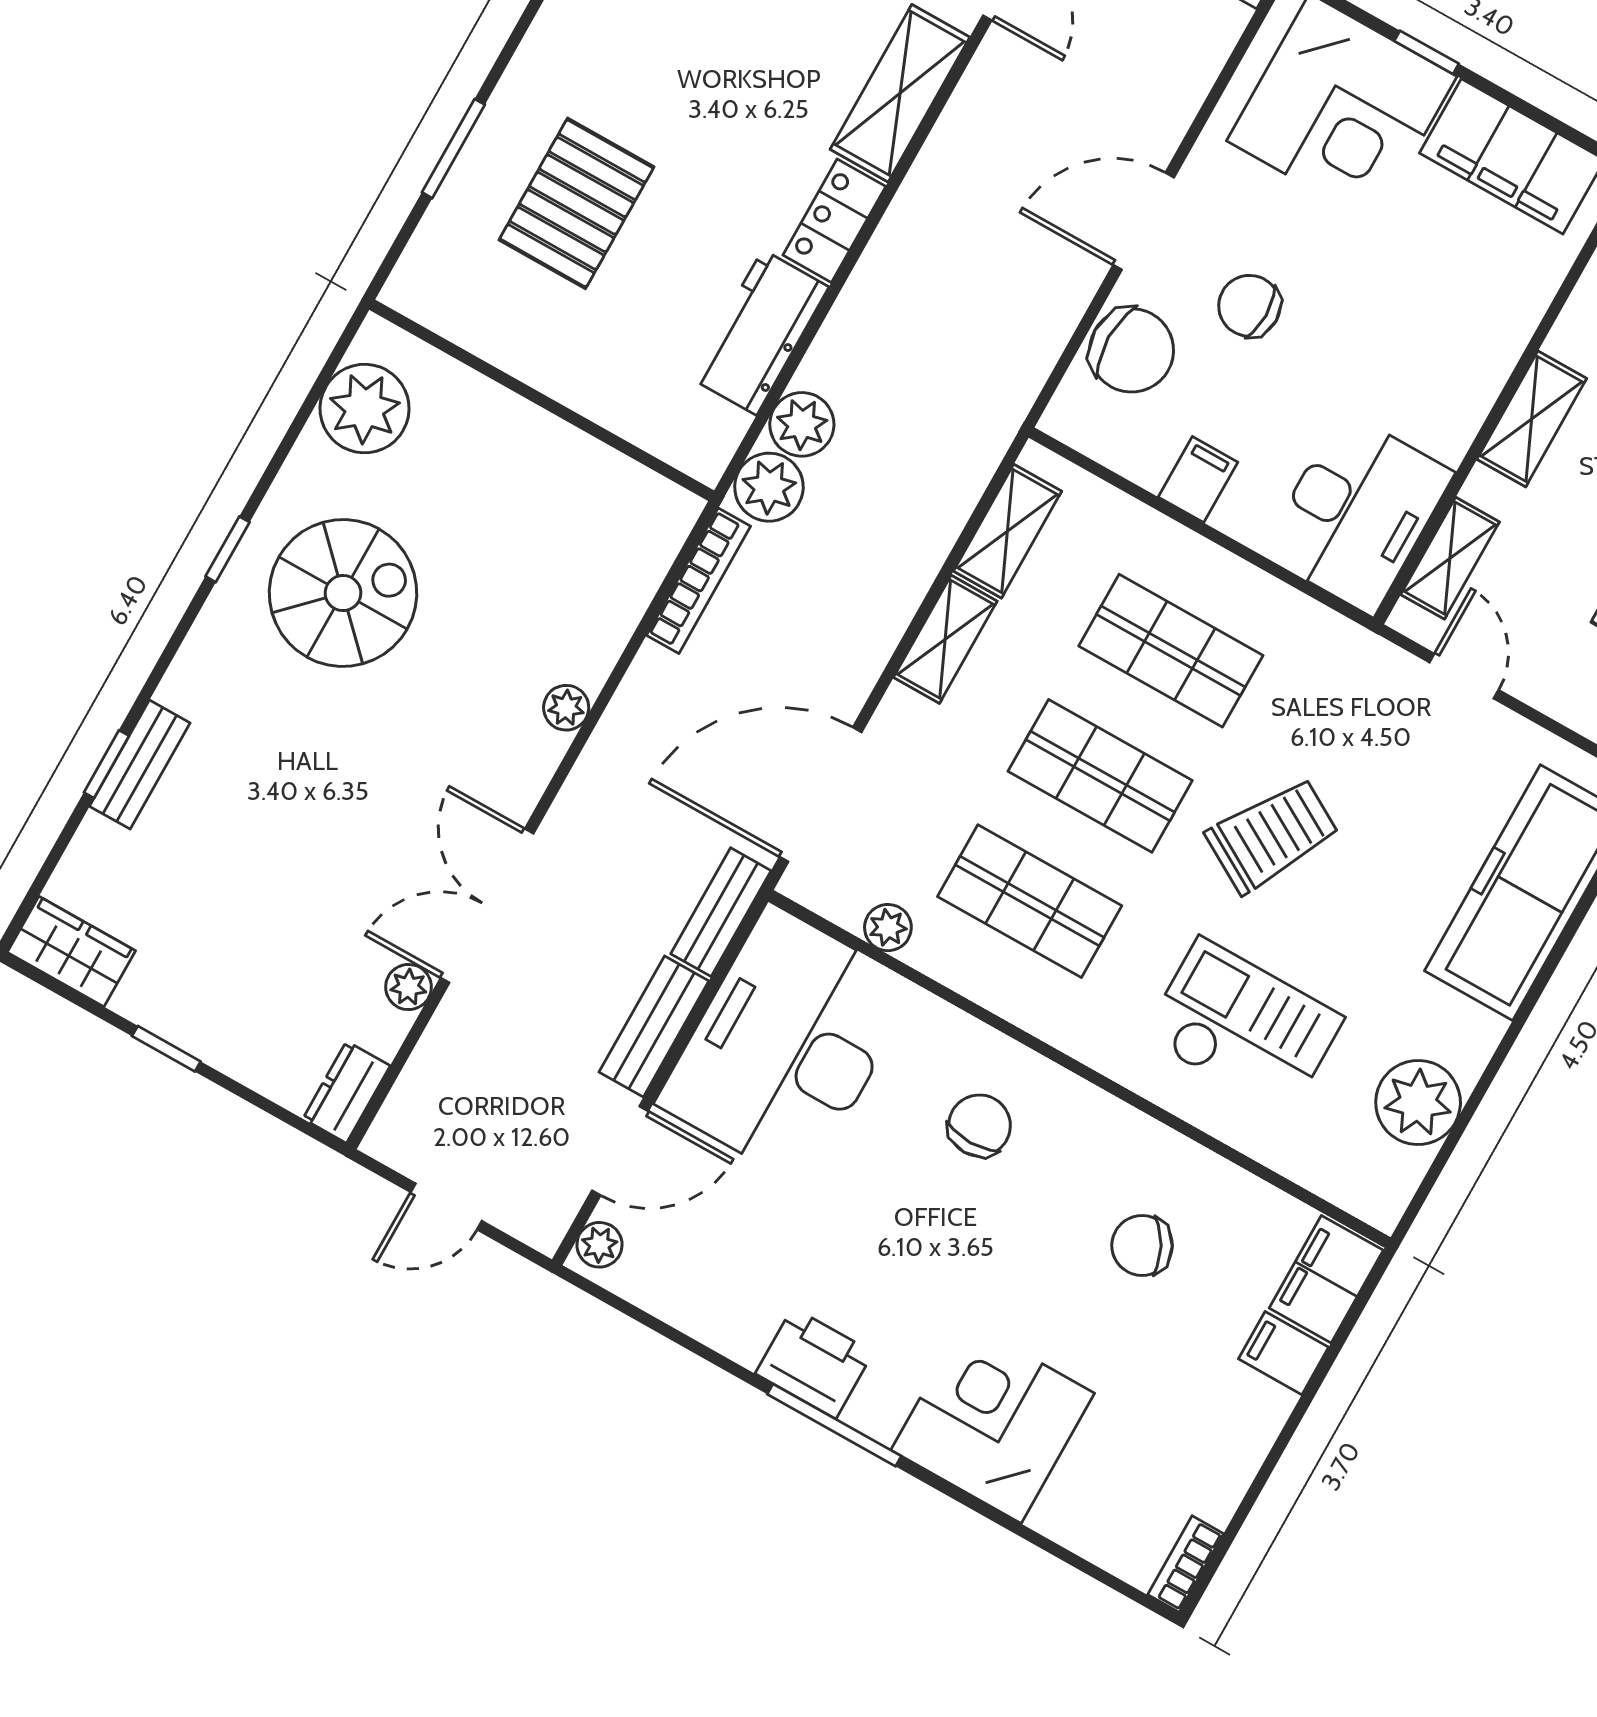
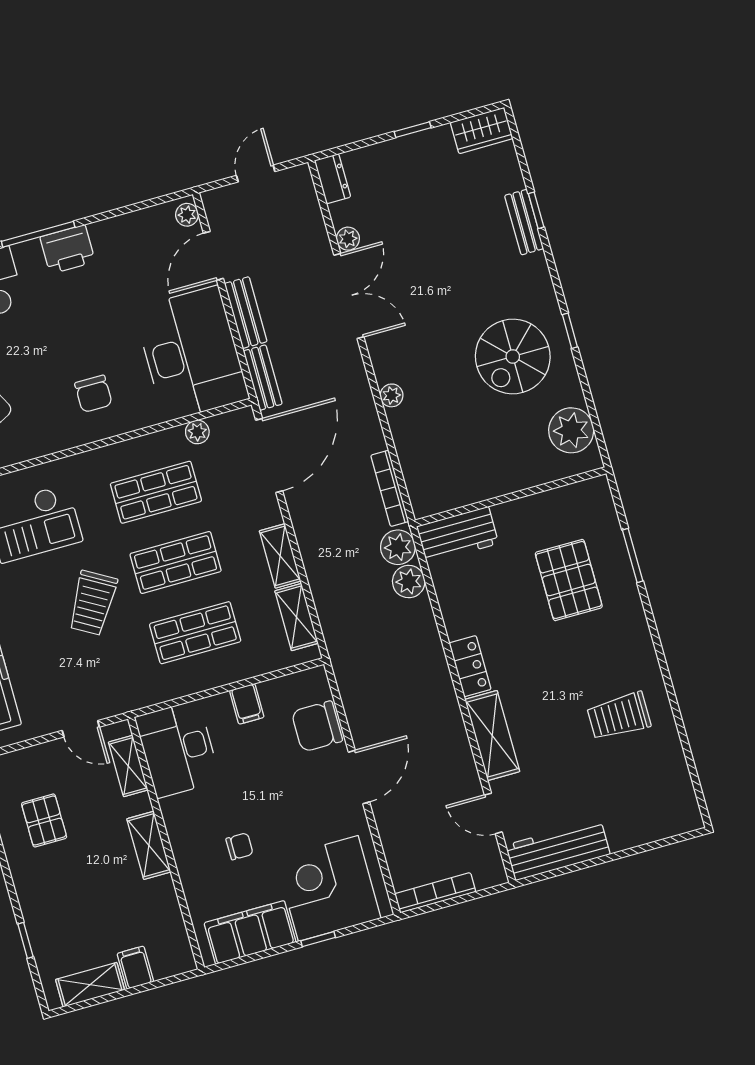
chair: (1249, 306) -> (240, 846), moved, width x0.73, depth x0.73
workbench: (760, 332) -> (458, 535), moved, turned 90

